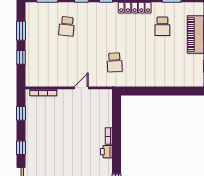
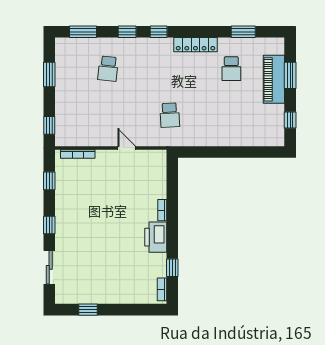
window: (21, 57) -> (49, 125), moved
door: (81, 88) -> (127, 148), hinge flipped
printer: (106, 152) -> (156, 237), width x1.87, depth x1.48

